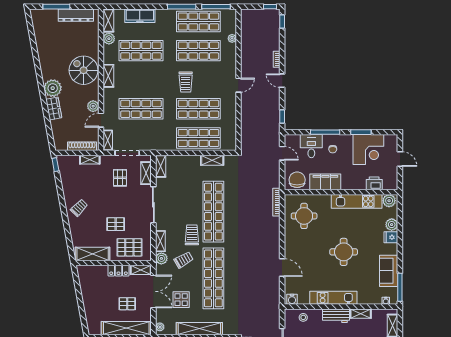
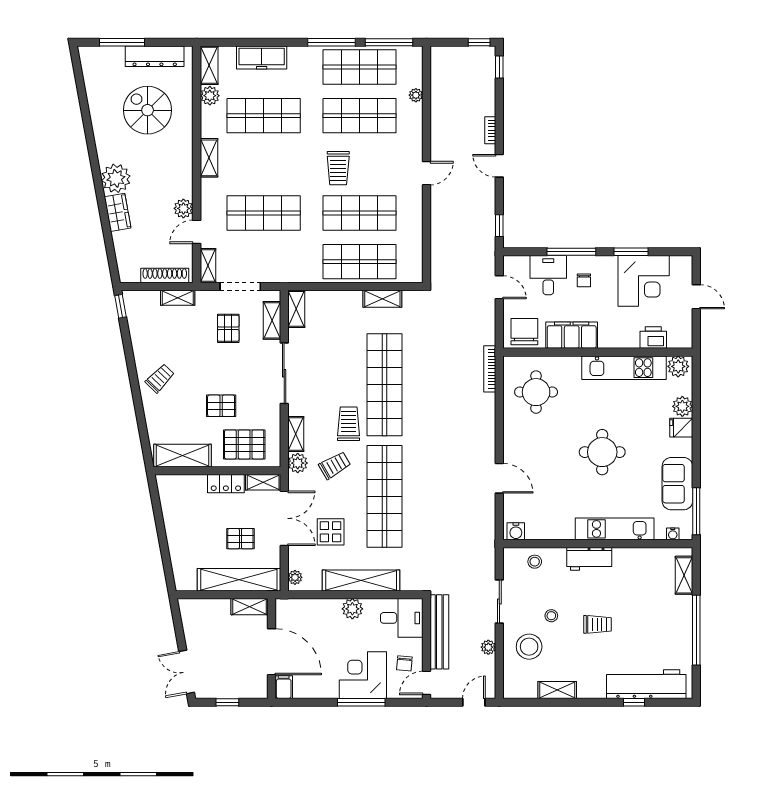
spiral stairs: (84, 70) -> (148, 110), moved
kitchen unit: (333, 298) -> (615, 529), moved
shelving: (361, 314) -> (631, 555), removed

